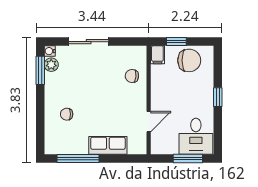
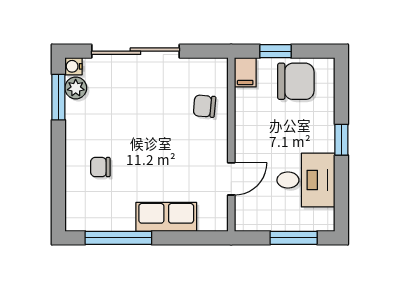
sliding door: (89, 42) -> (135, 51), width x1.37
desk: (196, 136) -> (306, 180), moved, turned -90

